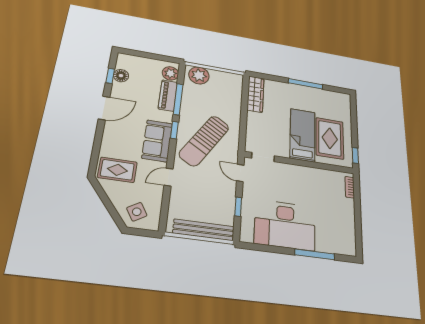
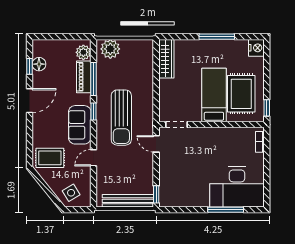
nightstand: (343, 100) -> (256, 48), added
sun lounger: (204, 141) -> (121, 118), turned -32
window: (238, 207) -> (156, 194), moved
desk: (285, 225) -> (237, 187), moved

